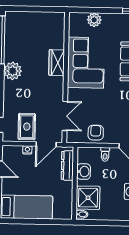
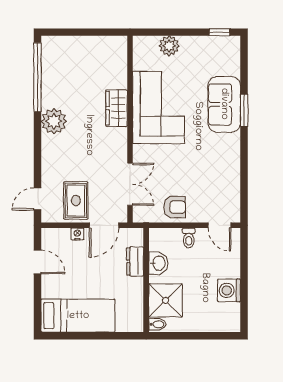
armchair: (96, 133) -> (175, 207), turned 90
dresser: (67, 165) -> (135, 261), width x0.70

